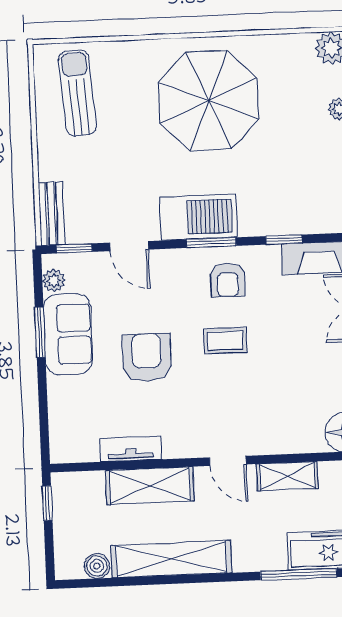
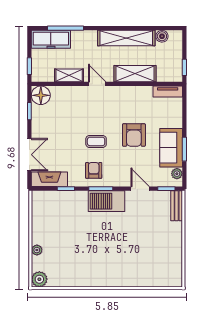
sun lounger: (77, 93) -> (162, 263), removed
parasol: (209, 101) -> (99, 257), removed
tv unit: (131, 449) -> (168, 92), moved

